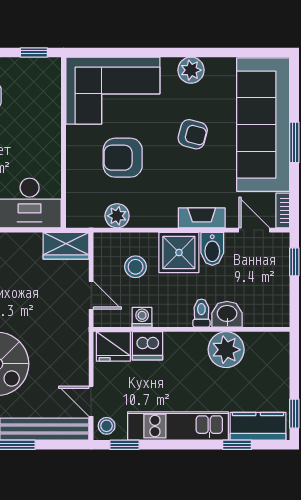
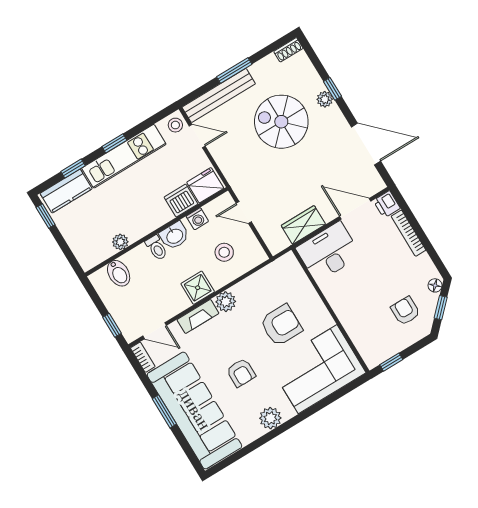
armchair: (193, 134) -> (241, 373), turned -105
plant: (117, 216) -> (226, 302), moved
wardrobe: (66, 246) -> (303, 225), moved
bidet: (212, 249) -> (119, 273), moved, turned 180
shower: (179, 253) -> (198, 288), width x0.73, depth x0.73
washbasin: (227, 314) -> (174, 236), moved
plant: (226, 350) -> (120, 242), width x0.53, depth x0.53
window: (125, 445) -> (114, 143), moved

